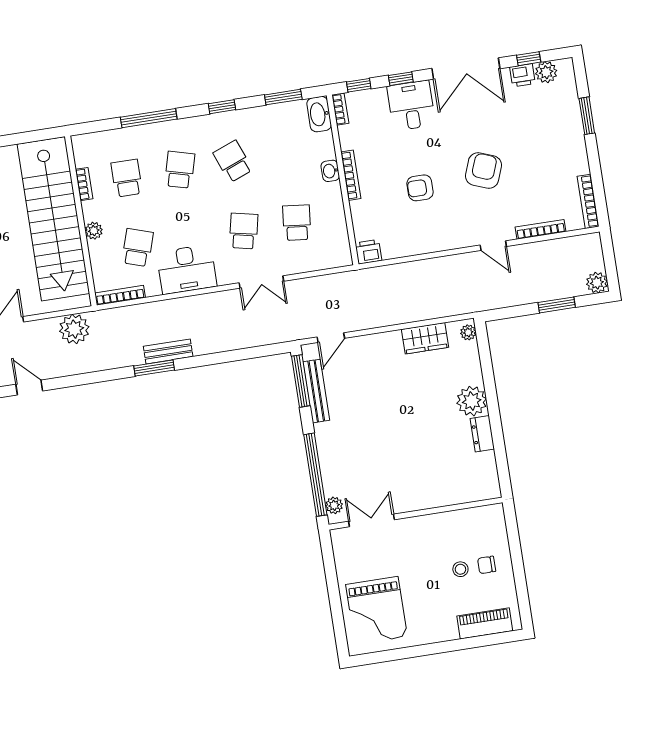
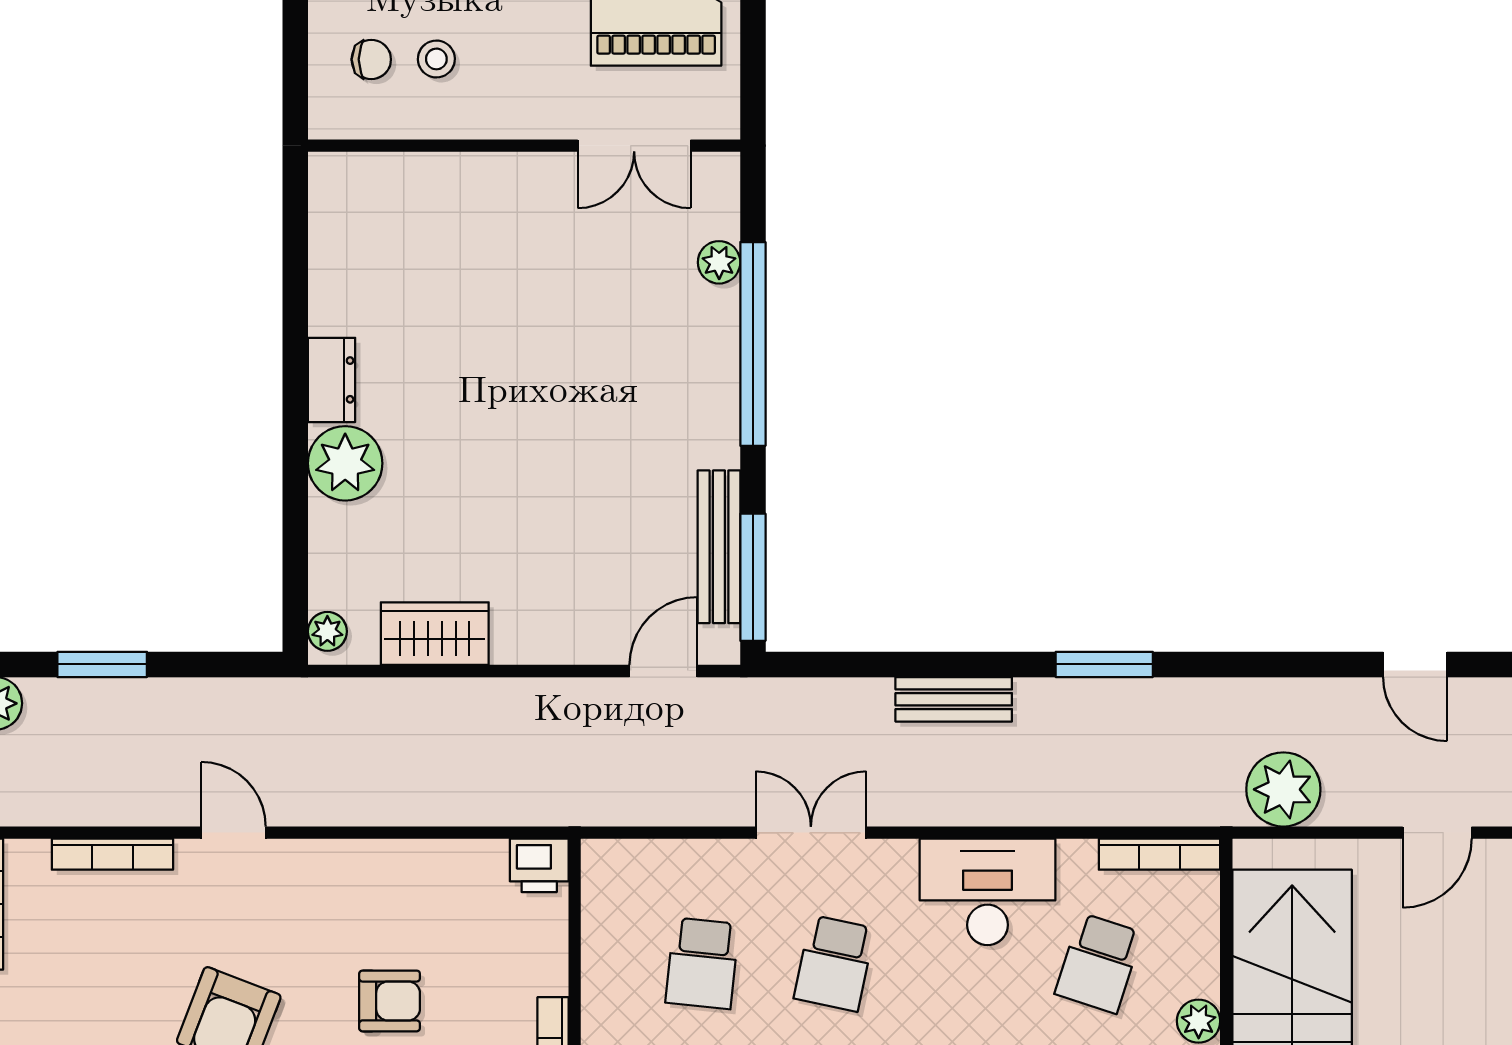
bench: (168, 351) -> (954, 699), moved
wall: (416, 514) -> (524, 146), moved
double door: (371, 520) -> (634, 146), moved

